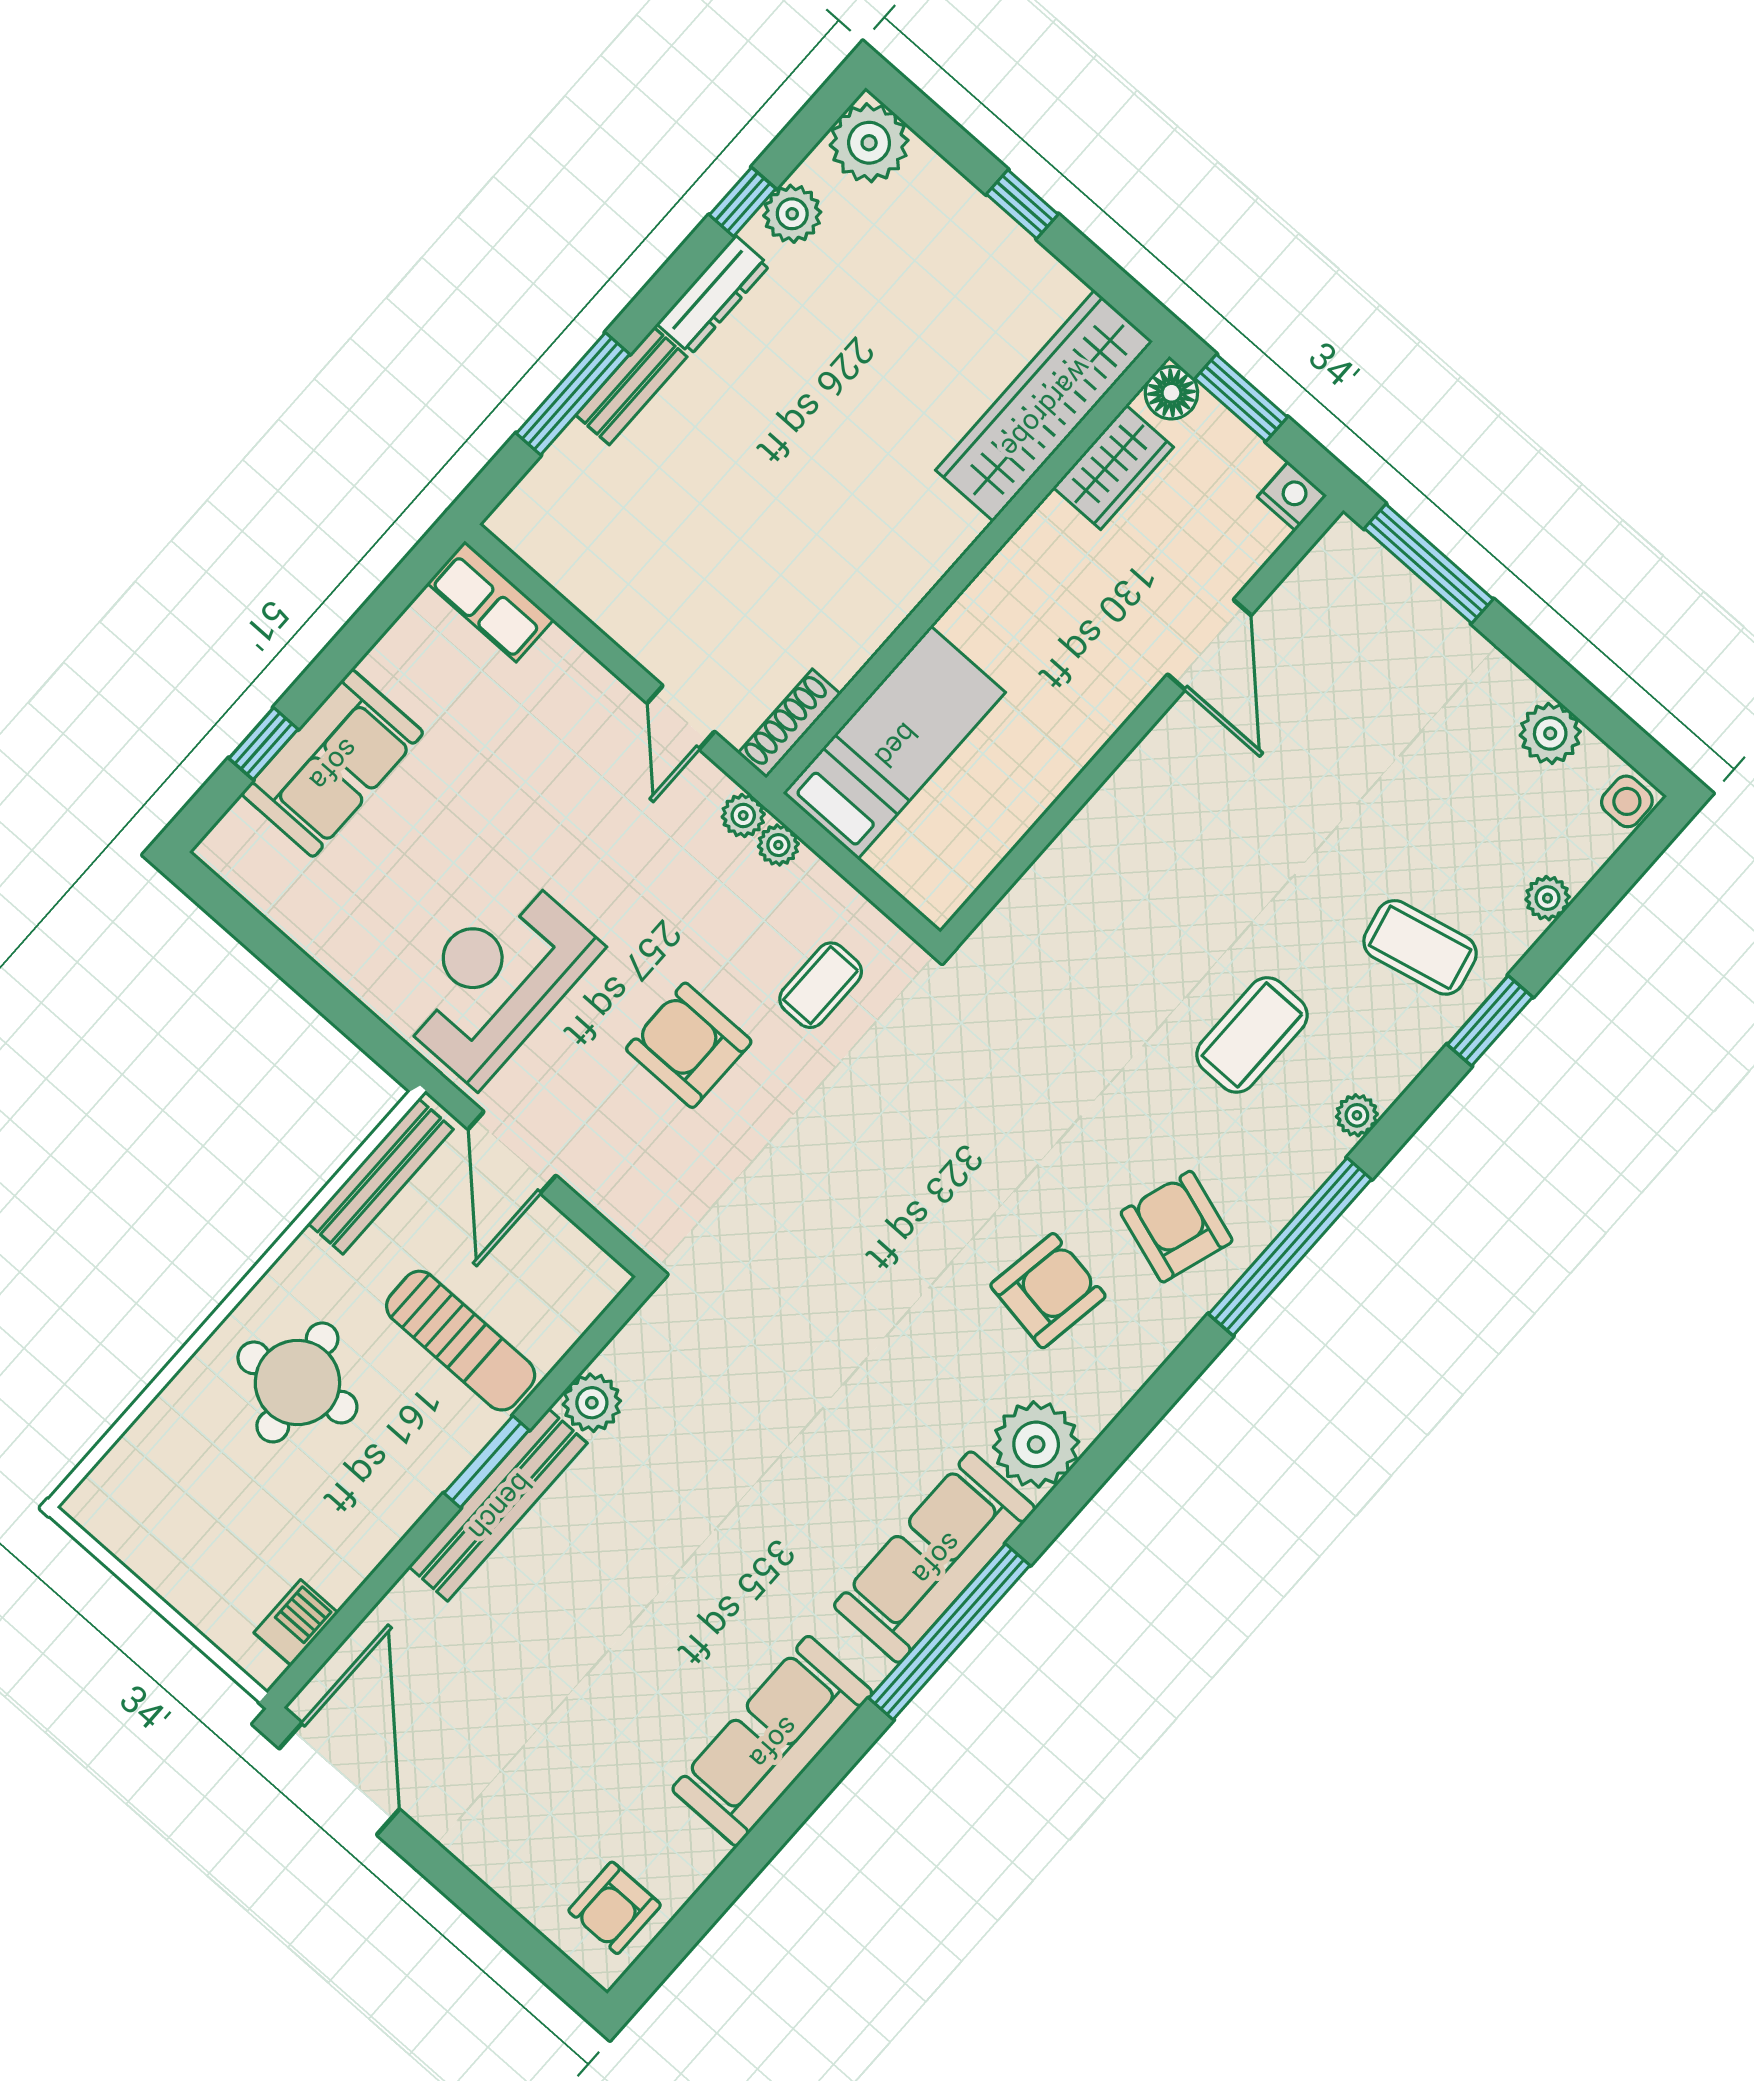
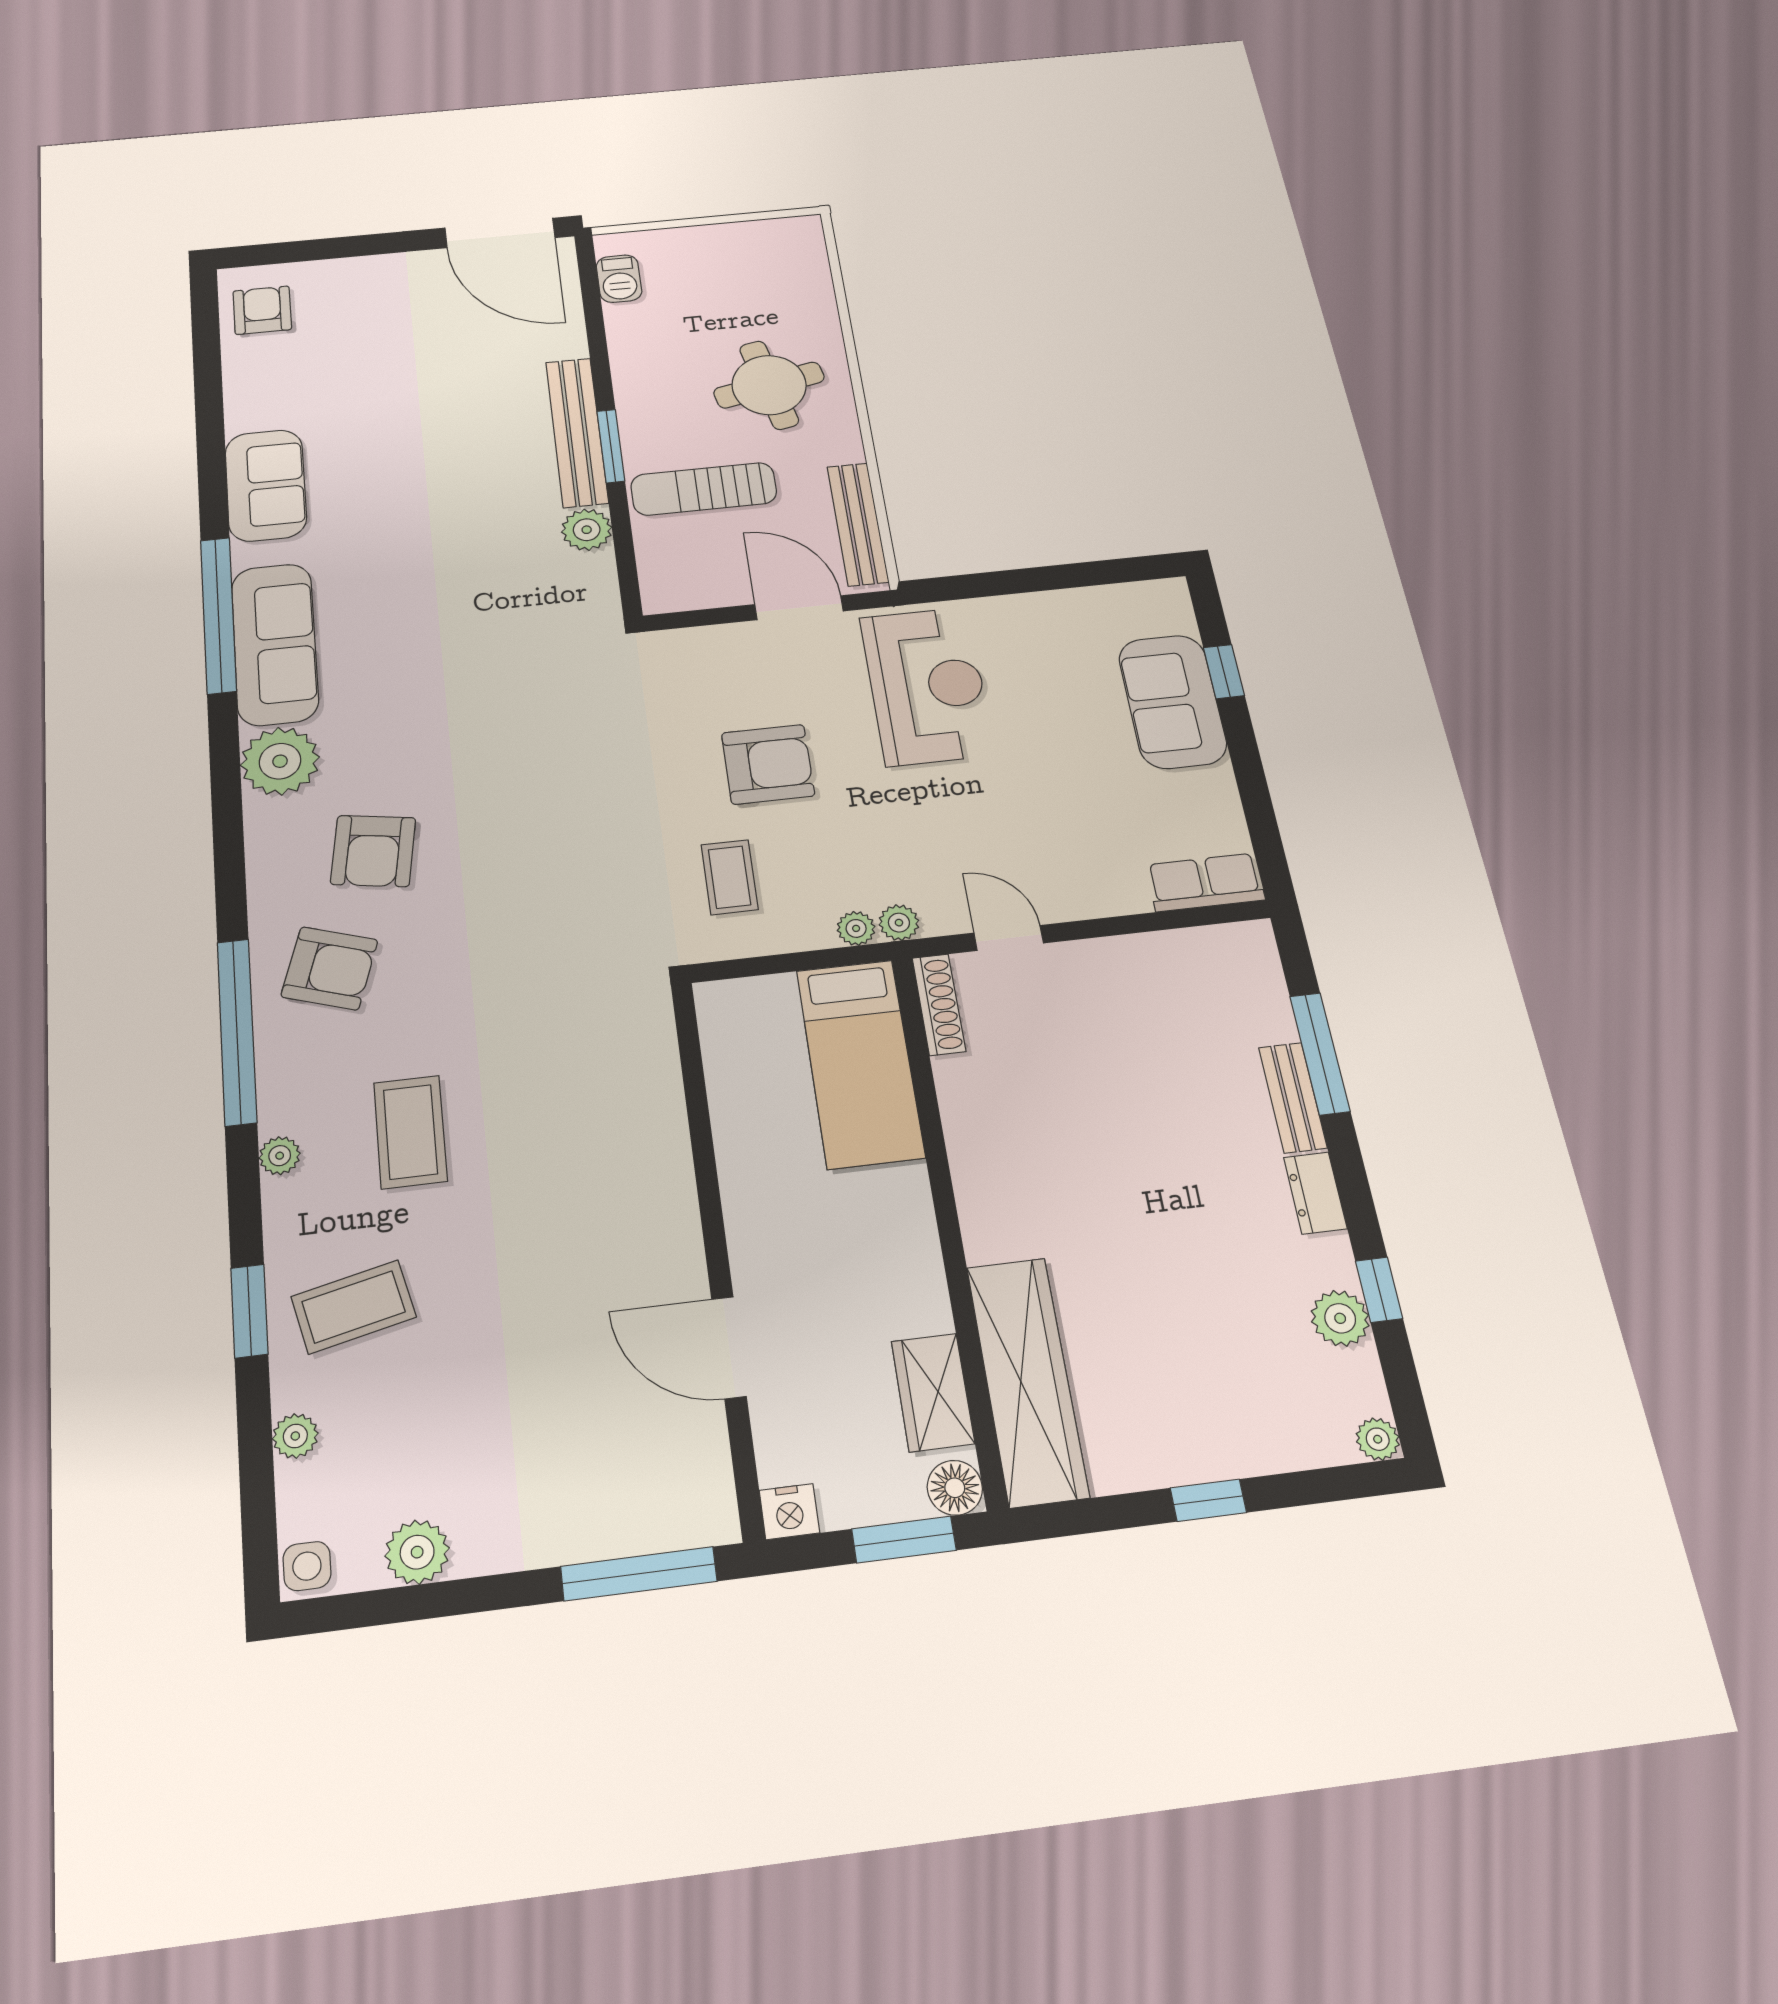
plant: (869, 143) -> (1378, 1439), width x0.53, depth x0.53
dresser: (713, 295) -> (1315, 1193), width x0.70
sofa: (772, 1741) -> (266, 485), width x0.73

